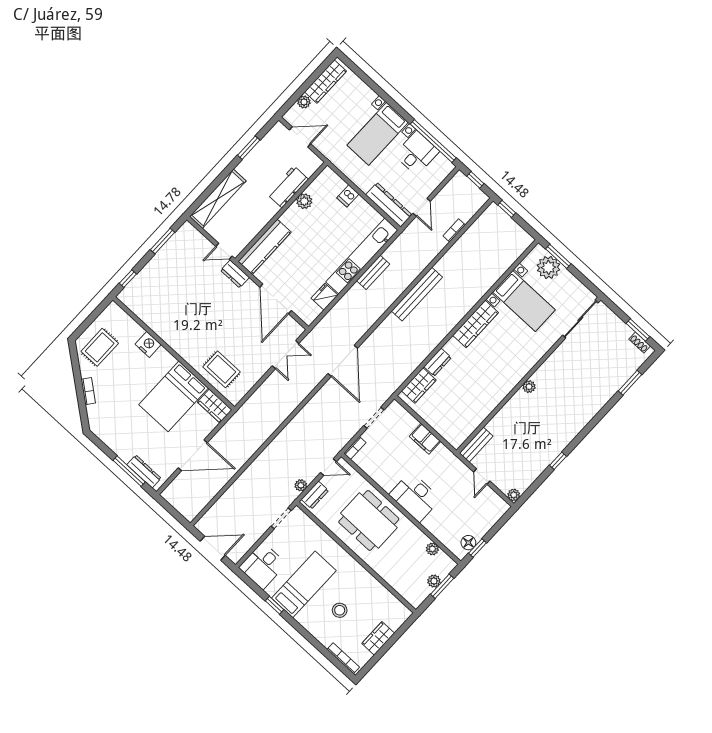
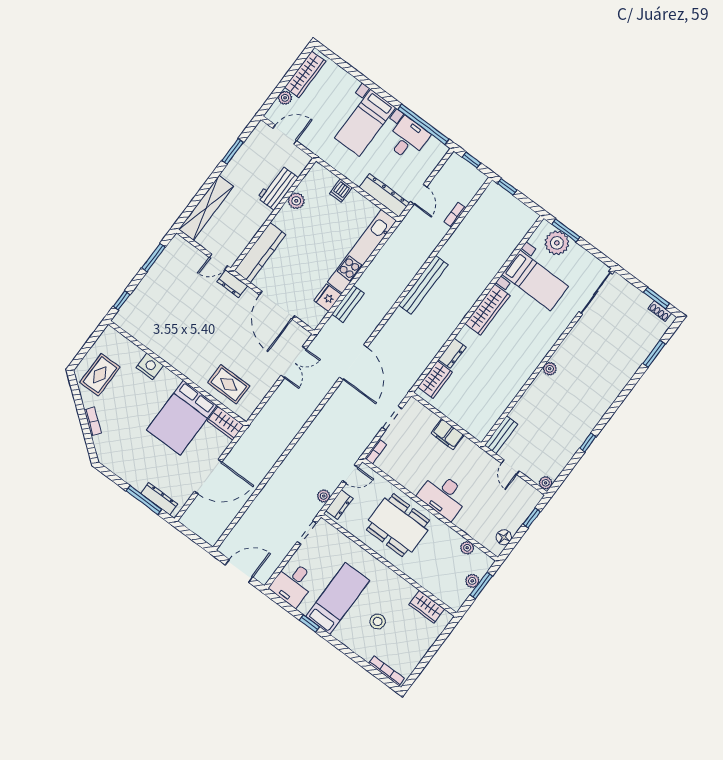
bench: (373, 272) -> (348, 304), moved
window: (478, 548) -> (532, 518), moved
wardrobe: (378, 638) -> (427, 607), moved, turned -90

